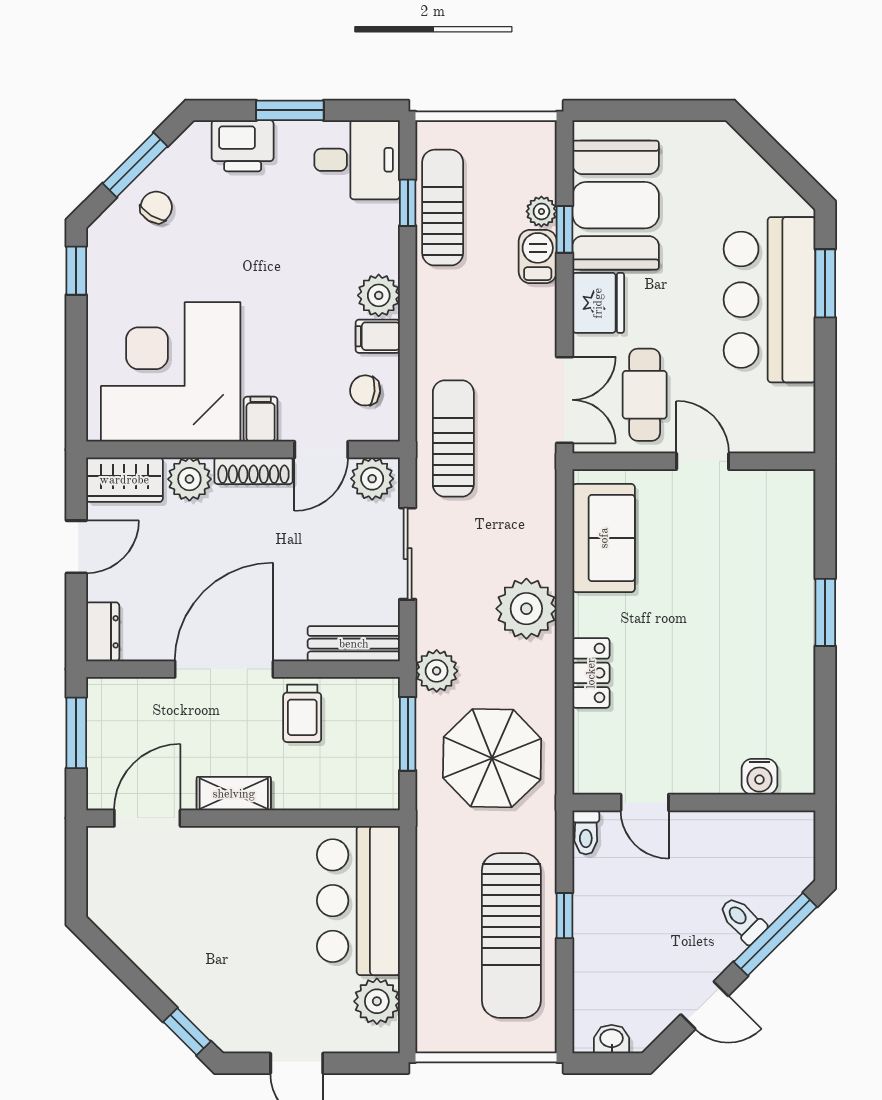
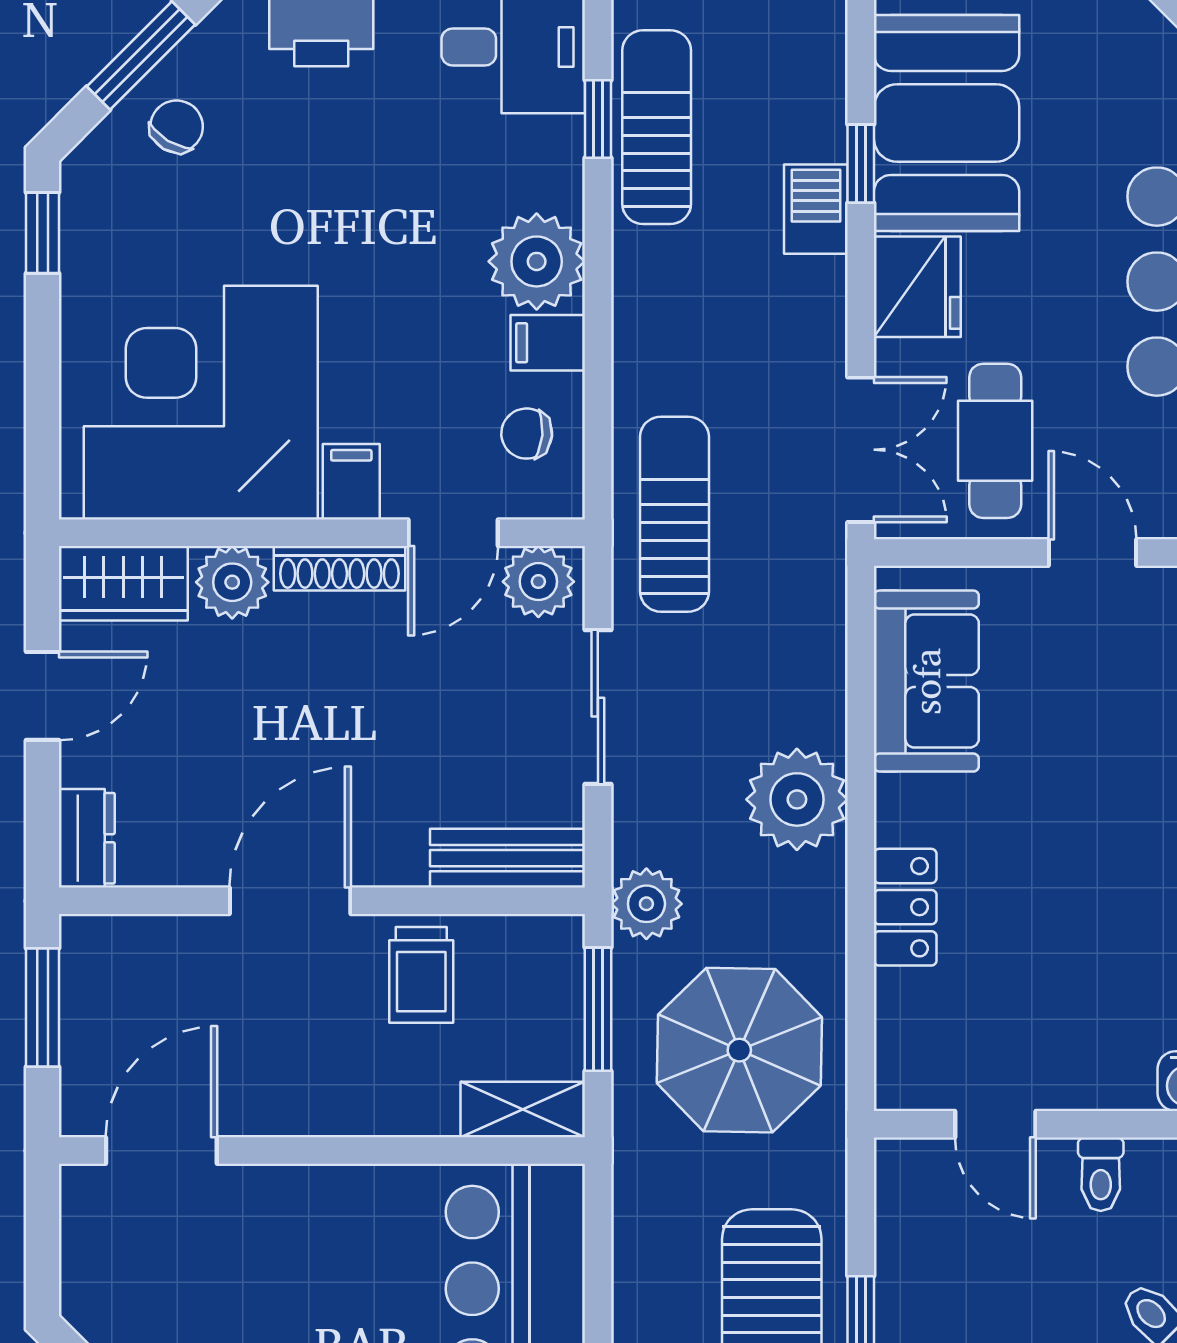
plant: (541, 211) -> (822, 134), removed
plant: (379, 295) -> (537, 261), width x1.36, depth x1.36
door: (224, 669) -> (290, 901), width x0.73
shelving: (234, 794) -> (523, 1110), moved
toilet: (586, 832) -> (1101, 1174), moved

